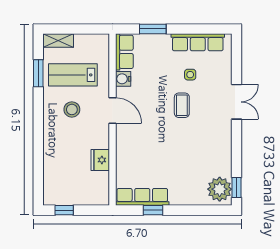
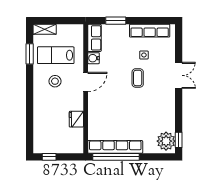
door: (113, 111) -> (86, 82), hinge flipped
row of seats: (142, 197) -> (115, 147), width x1.36
window: (153, 210) -> (116, 157), width x3.17

